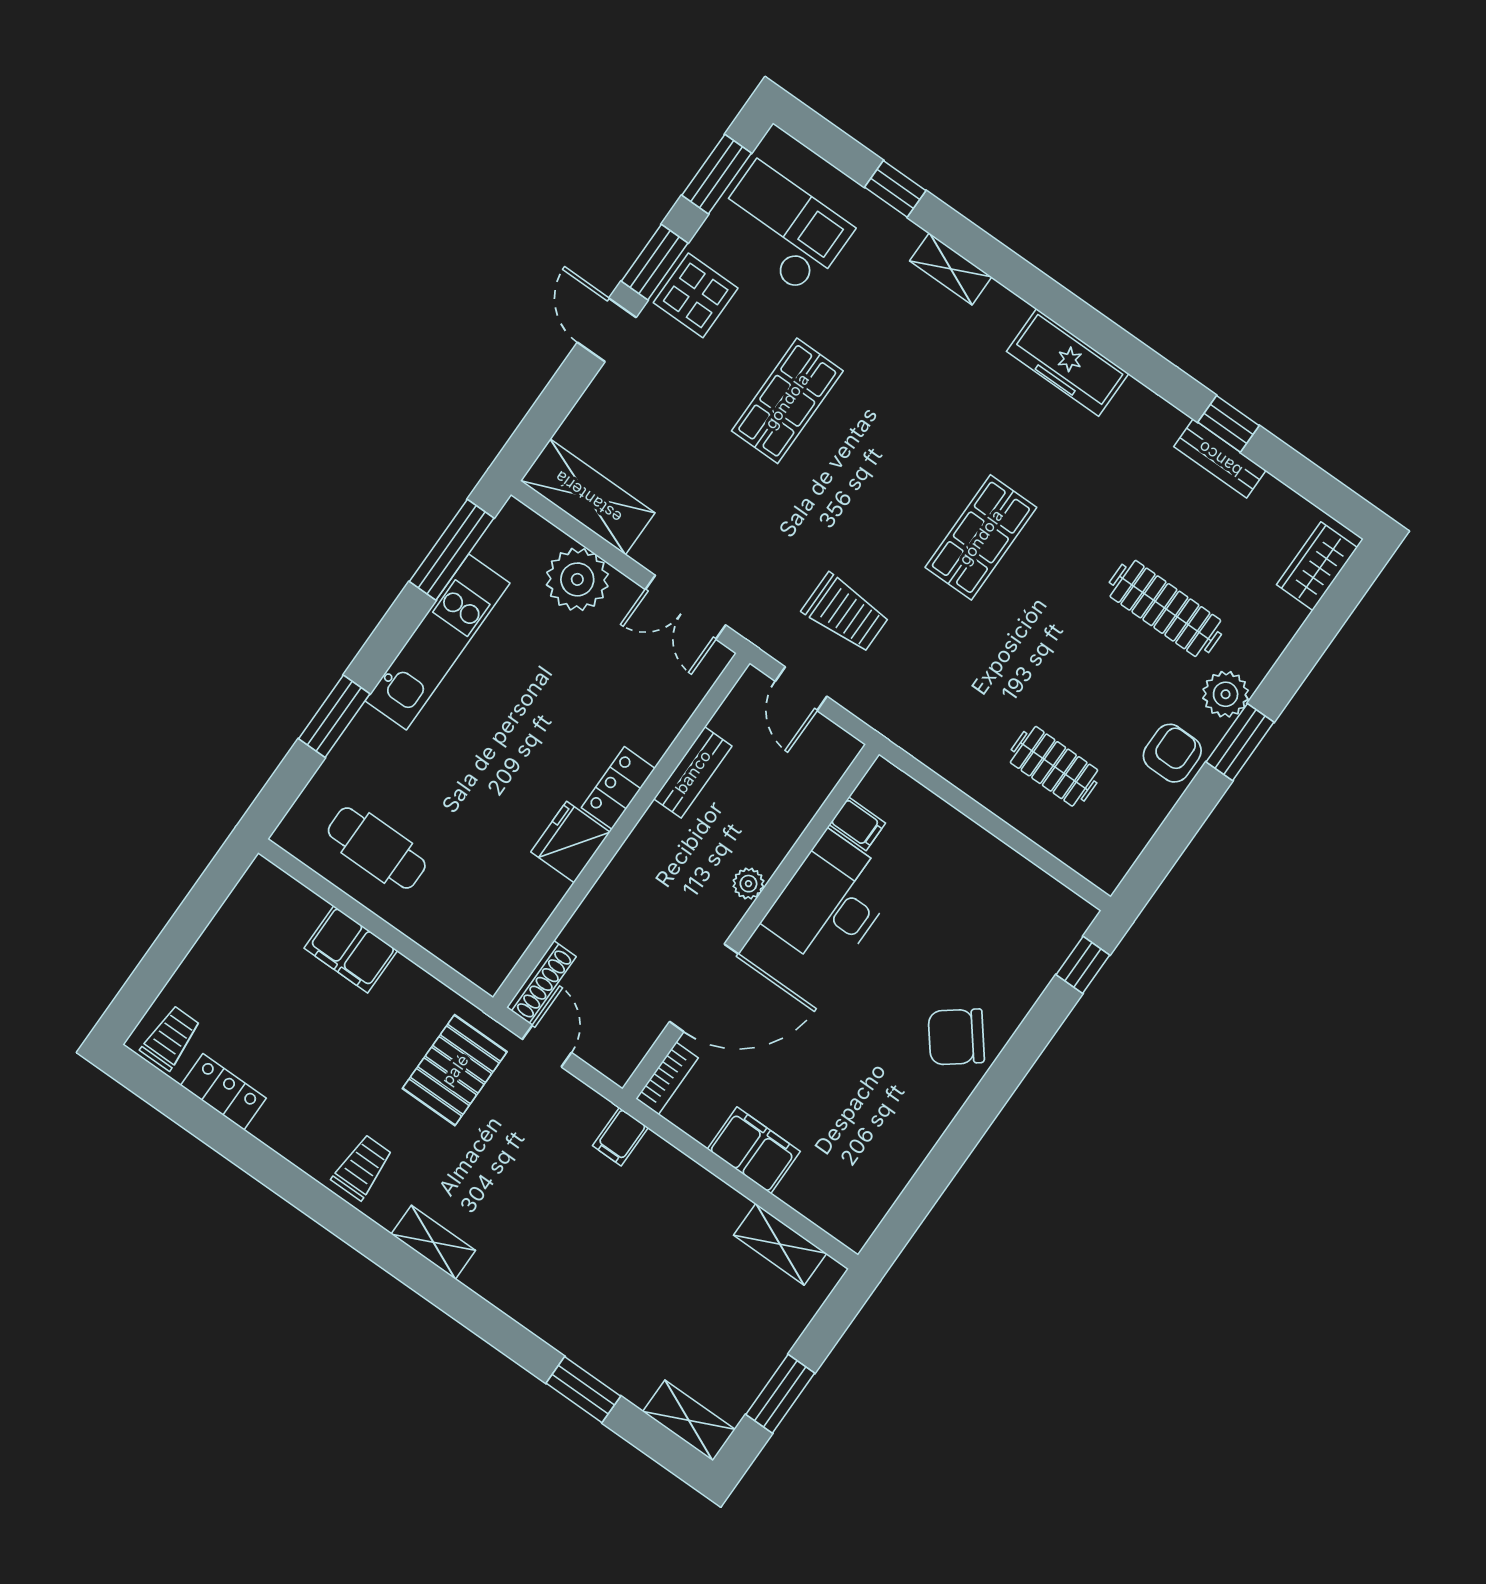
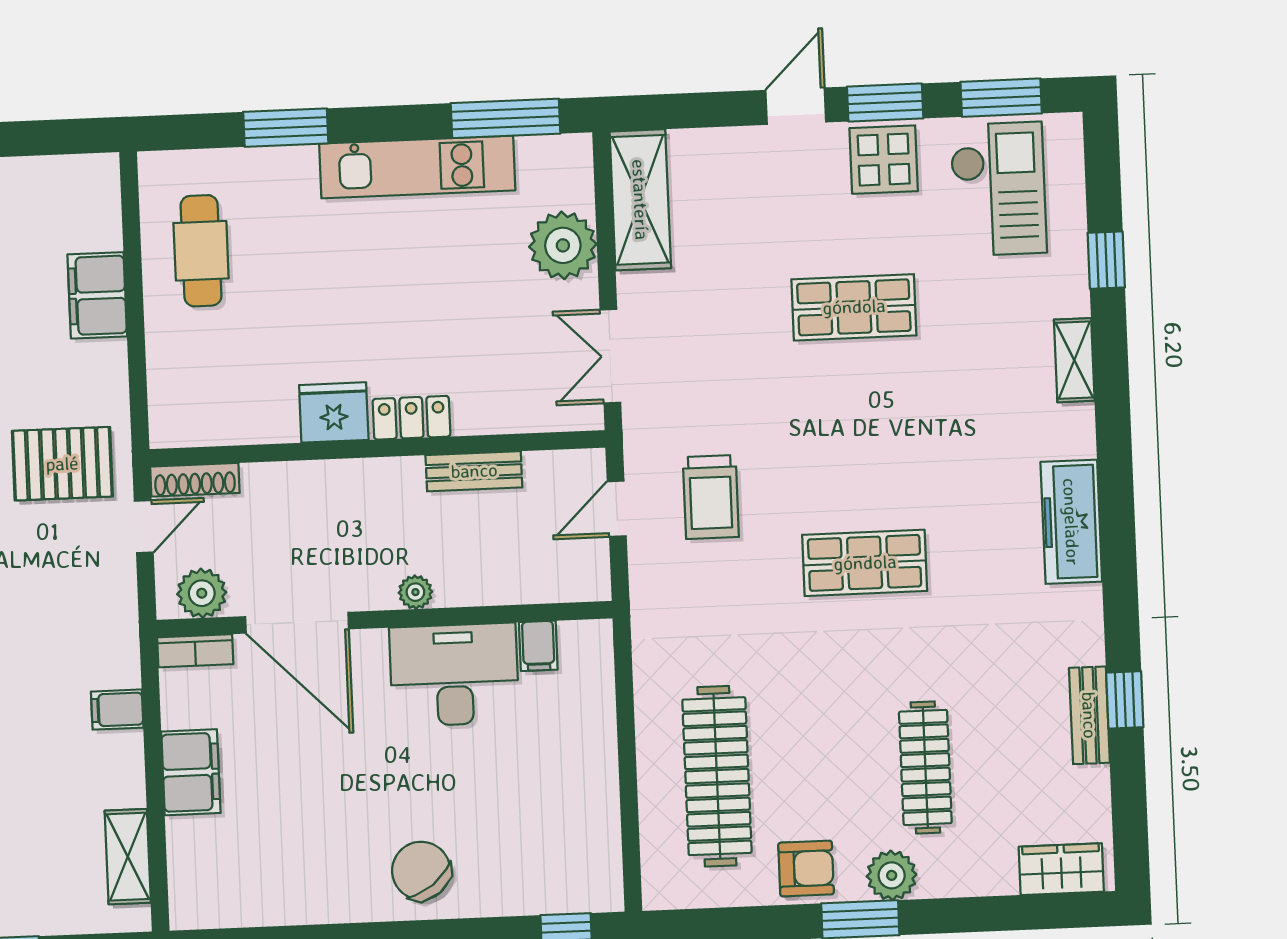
clothes rail: (1054, 766) -> (717, 776), width x1.86, depth x1.31
plant: (628, 1041) -> (202, 593), added
filing cabinet: (620, 1137) -> (117, 710), moved

